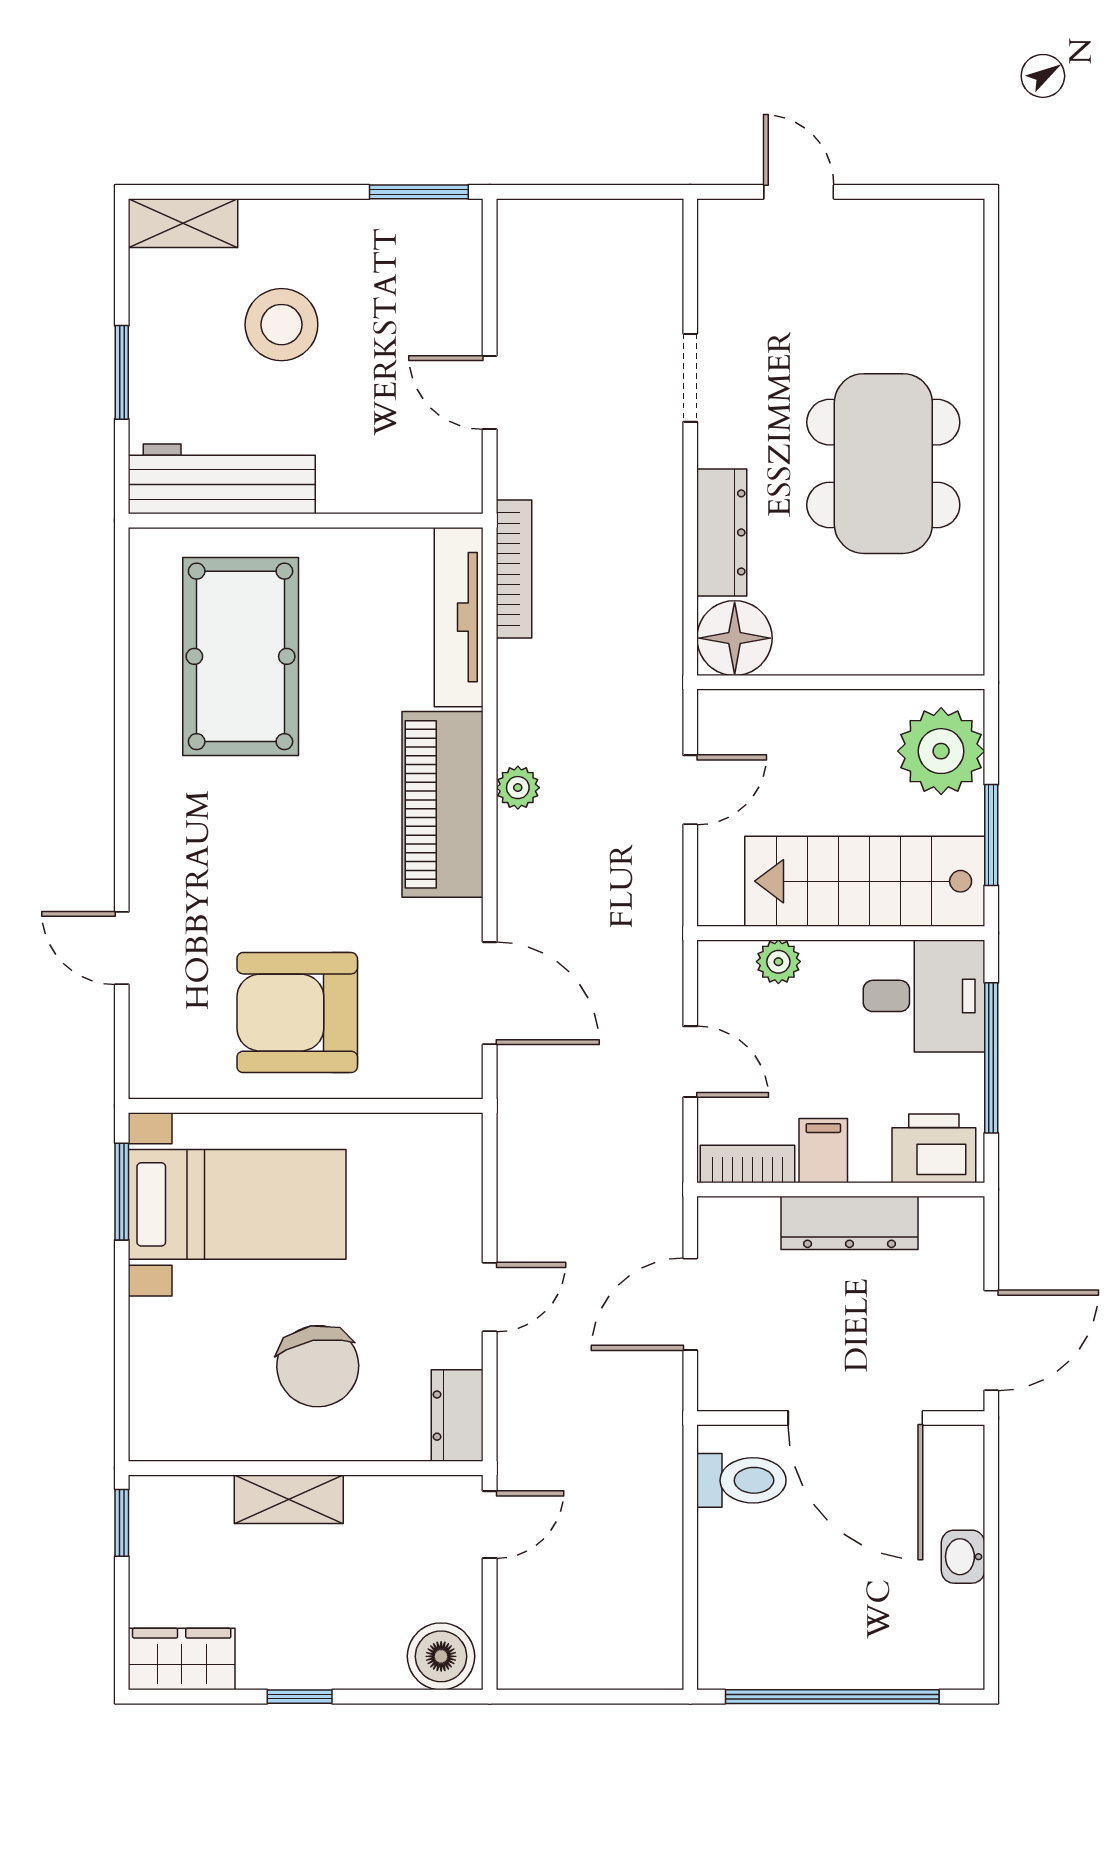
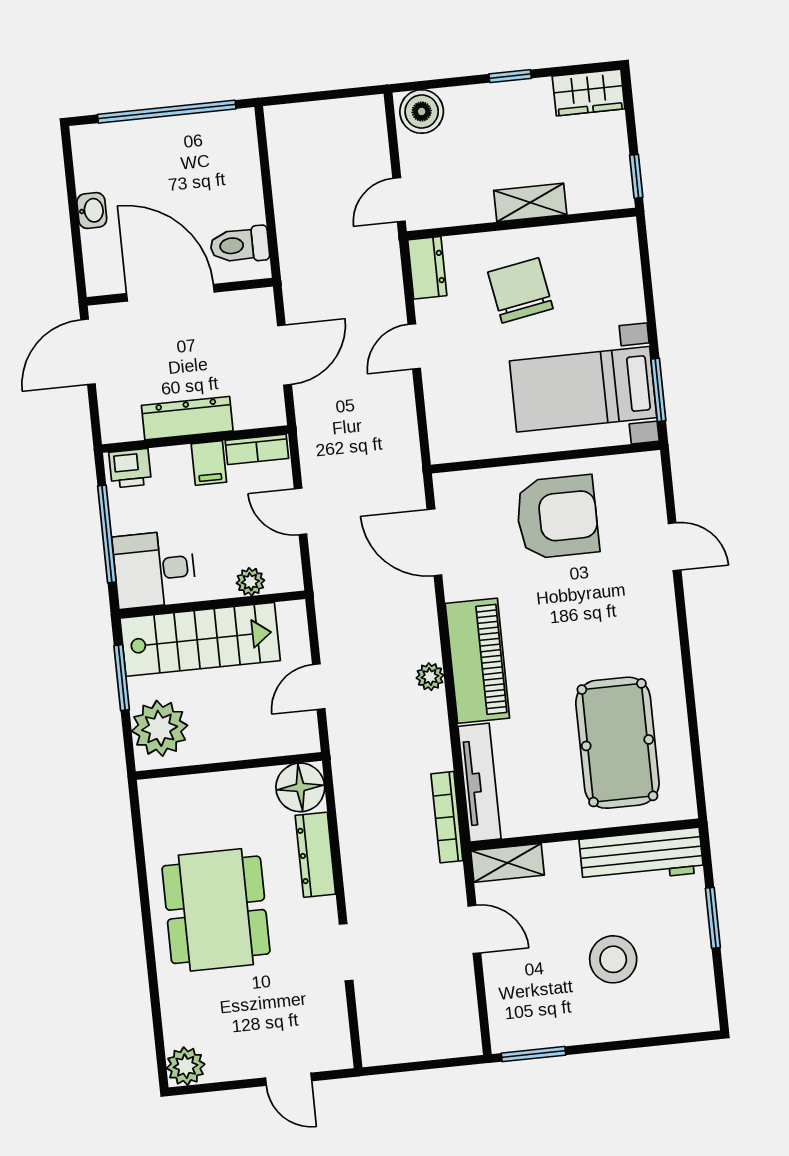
shelving: (183, 223) -> (508, 863), moved
plant: (955, 228) -> (186, 1066), added
printer: (934, 1148) -> (130, 468), width x0.73, depth x0.81

